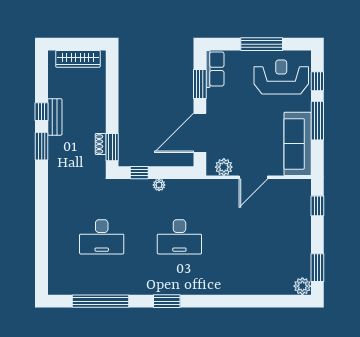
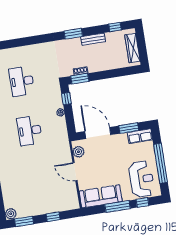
window: (262, 44) -> (161, 163), width x1.46
window: (42, 112) -> (115, 27), moved
window: (317, 206) -> (53, 217), moved

